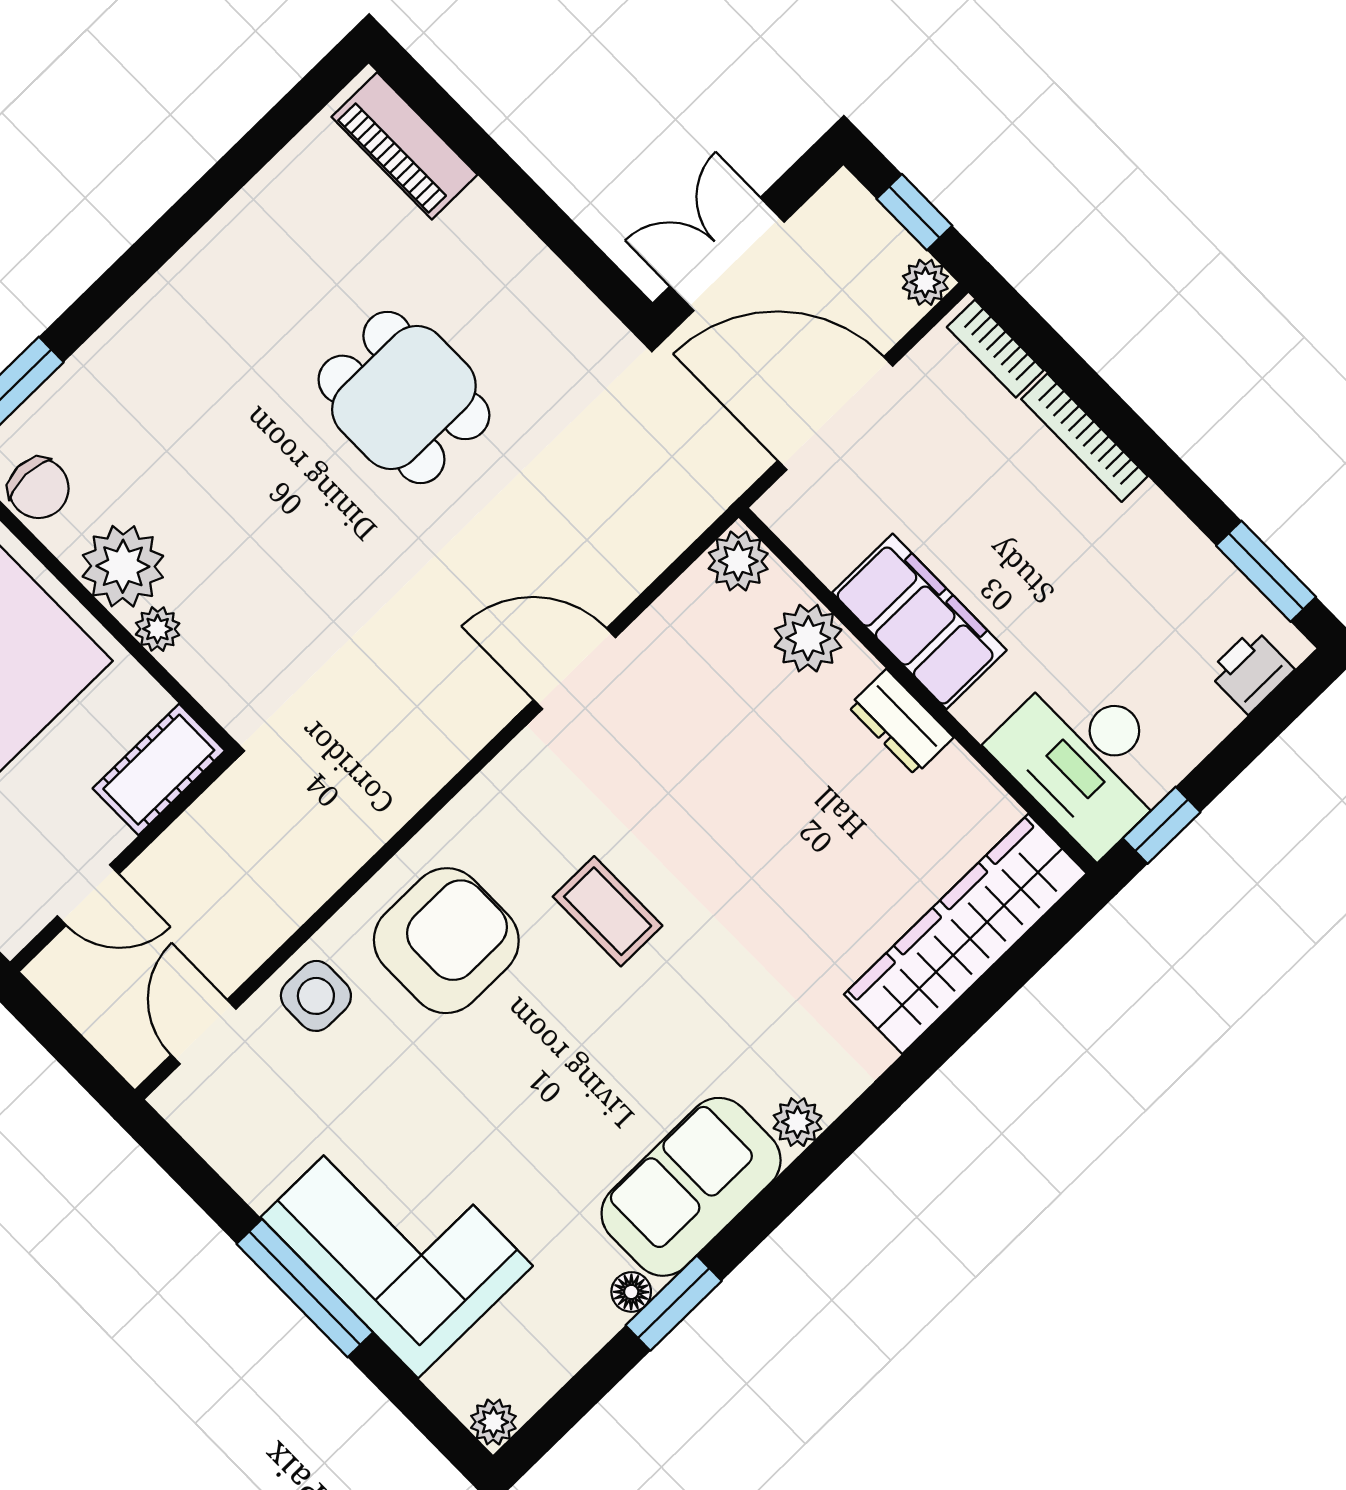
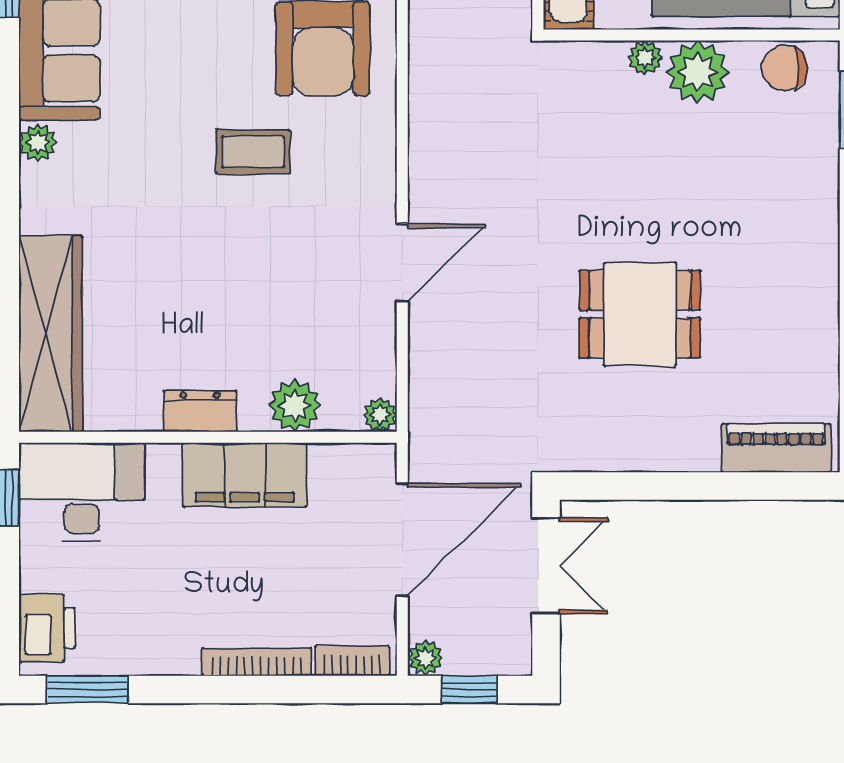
plant: (738, 561) -> (380, 415), width x0.73, depth x0.73
printer: (1251, 671) -> (47, 628), width x1.36, depth x1.24

